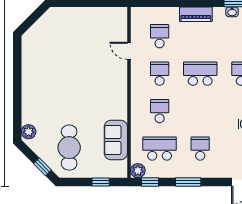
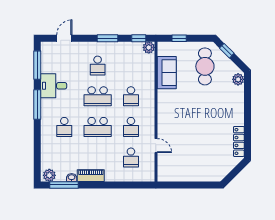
piano: (196, 14) -> (91, 176), moved
locker: (28, 56) -> (239, 141), added
school desk: (160, 149) -> (98, 96), moved

